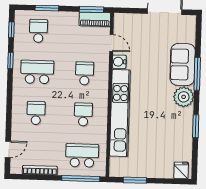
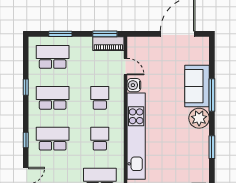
window: (11, 30) -> (26, 140), moved
school desk: (38, 31) -> (53, 57), width x1.85
school desk: (36, 113) -> (53, 139), width x1.85

